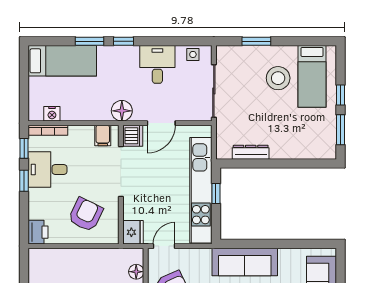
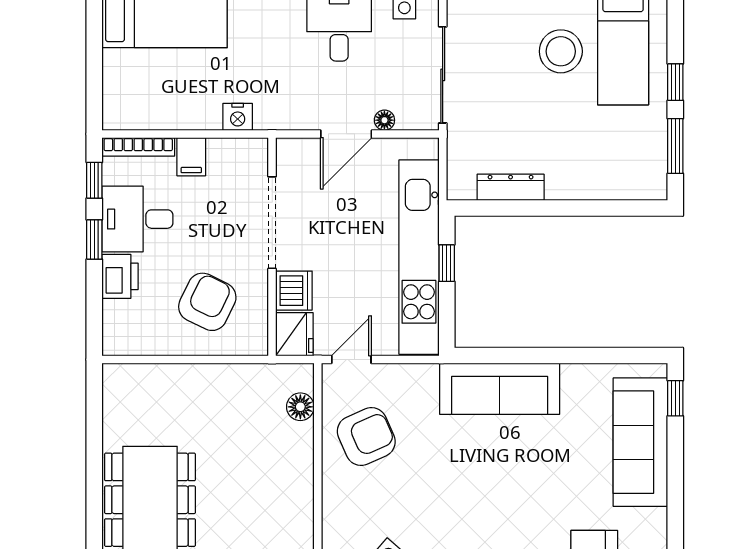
floor lamp: (122, 111) -> (384, 120), moved, width x0.53, depth x0.53
nightstand: (52, 114) -> (238, 117), moved
filing cabinet: (103, 136) -> (191, 157), moved
dishwasher: (133, 136) -> (294, 291), moved
printer: (38, 232) -> (120, 276), moved
window: (340, 267) -> (675, 398), added

